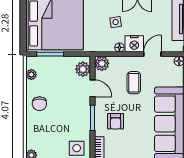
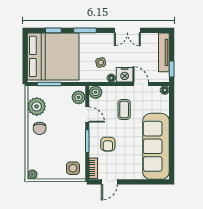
side table: (116, 22) -> (101, 63), moved
door: (152, 54) -> (141, 84), hinge flipped
plant: (31, 75) -> (37, 106), width x1.88, depth x1.88

